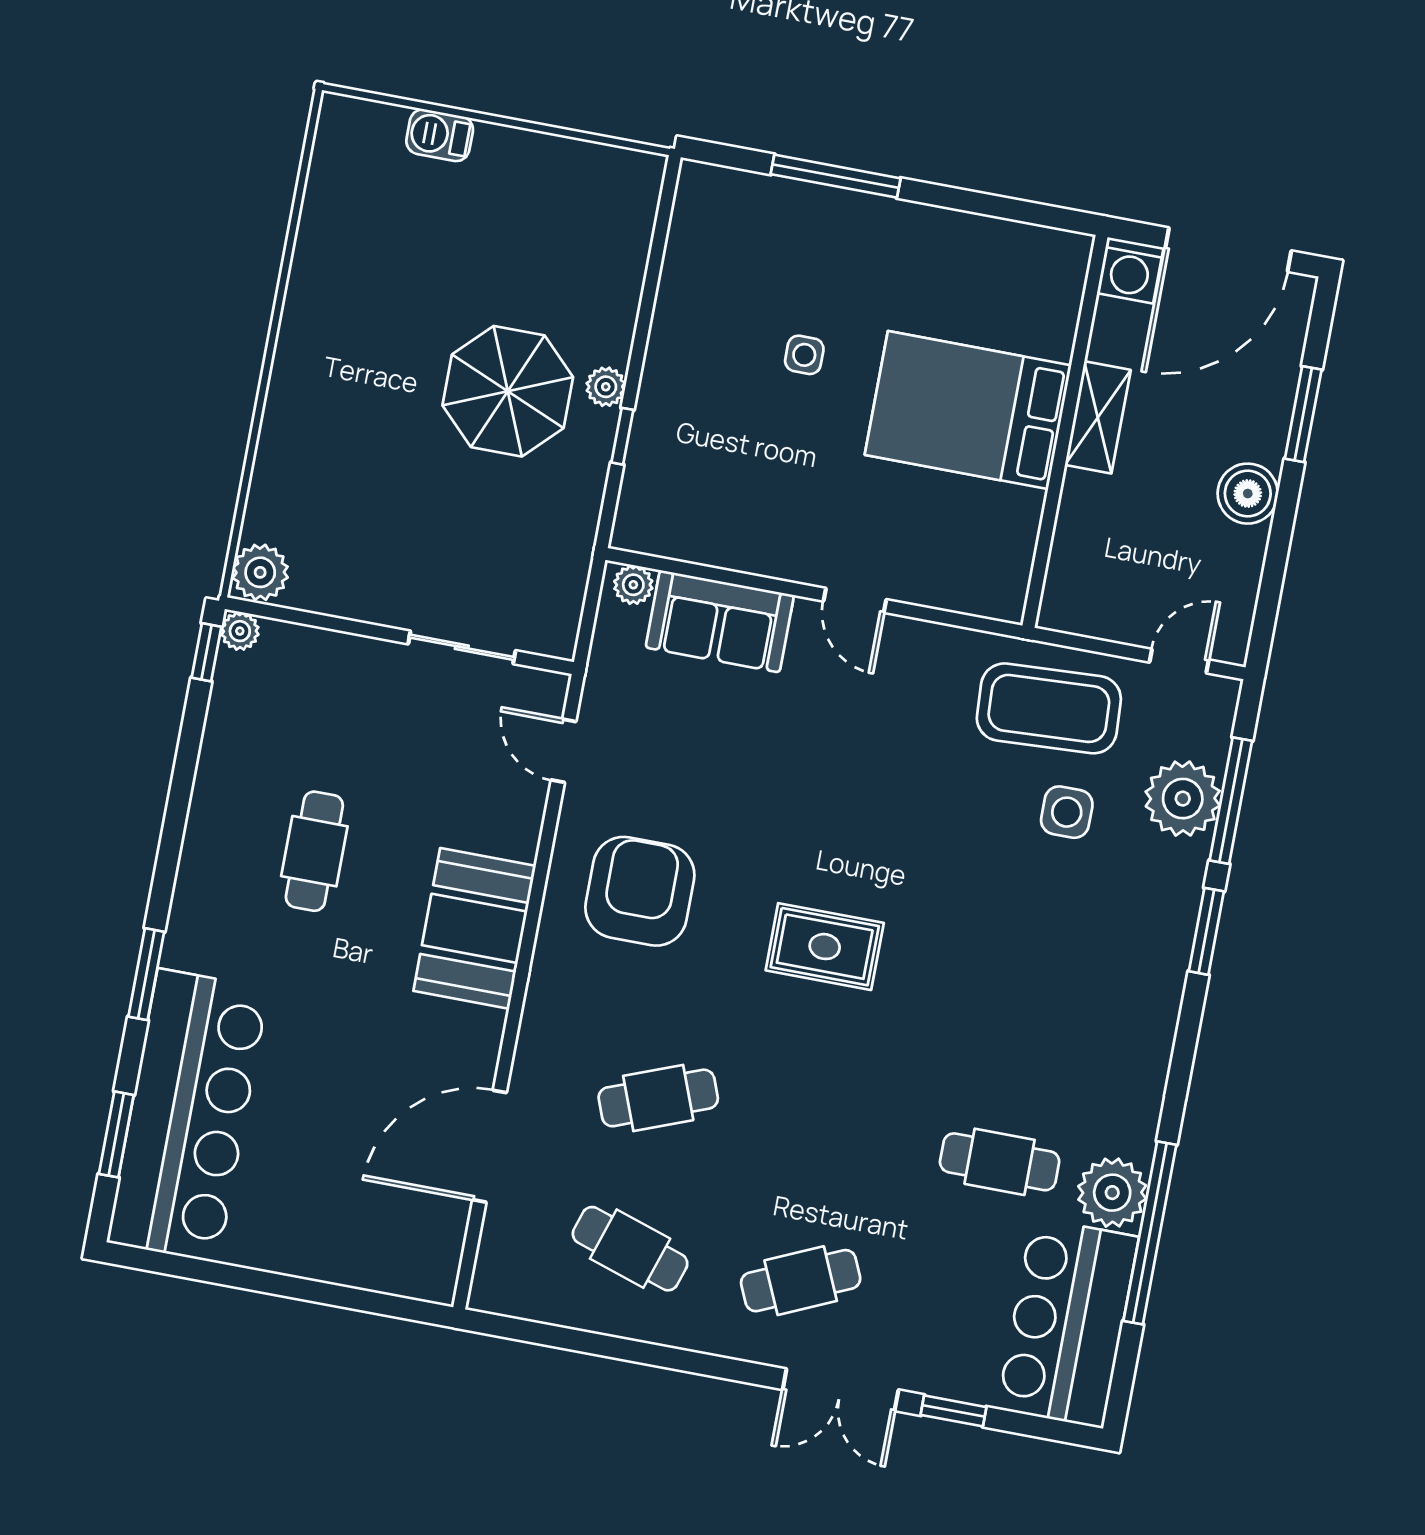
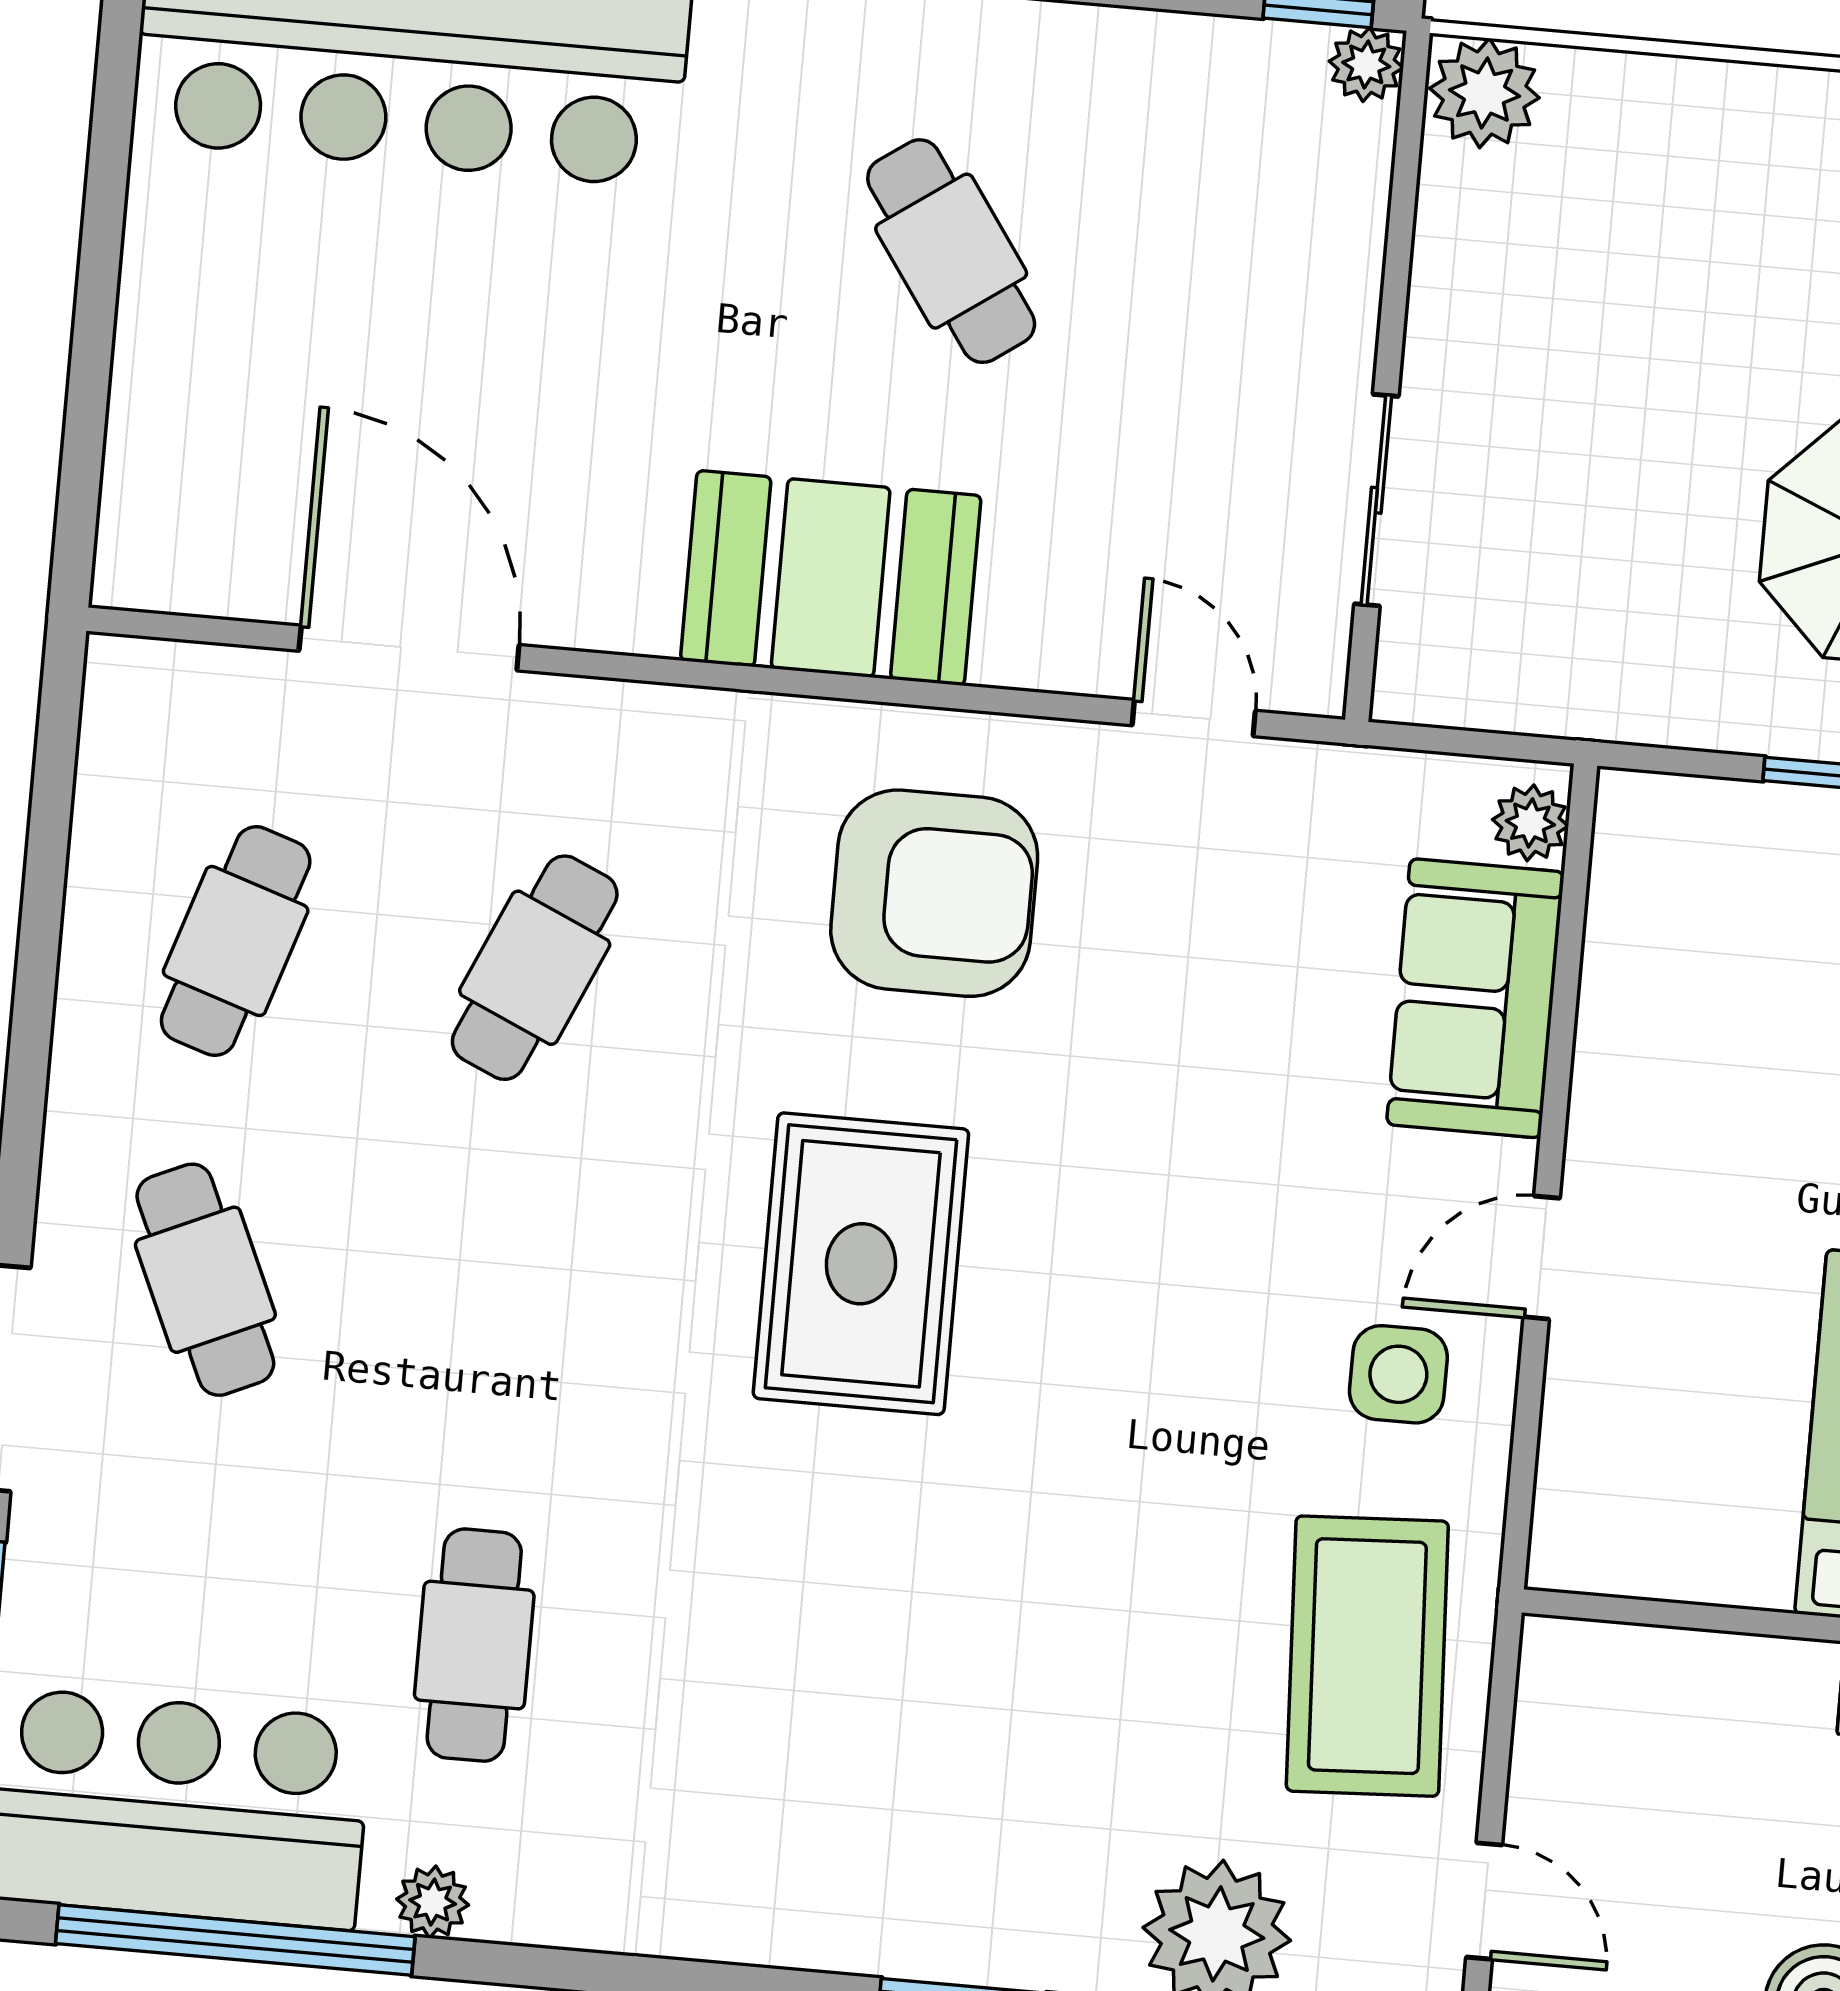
door: (564, 751) -> (1194, 718), hinge flipped
side table: (1067, 812) -> (1398, 1374), moved
cafe table: (314, 851) -> (951, 251), turned 55
rug: (825, 947) -> (861, 1264), width x1.36, depth x1.43
cafe table: (658, 1098) -> (535, 968), turned 45
plant: (1112, 1193) -> (433, 1902), width x0.53, depth x0.53
window: (1150, 1233) -> (235, 1940), moved

